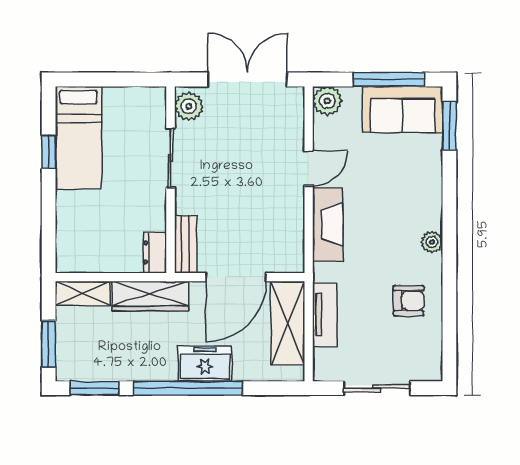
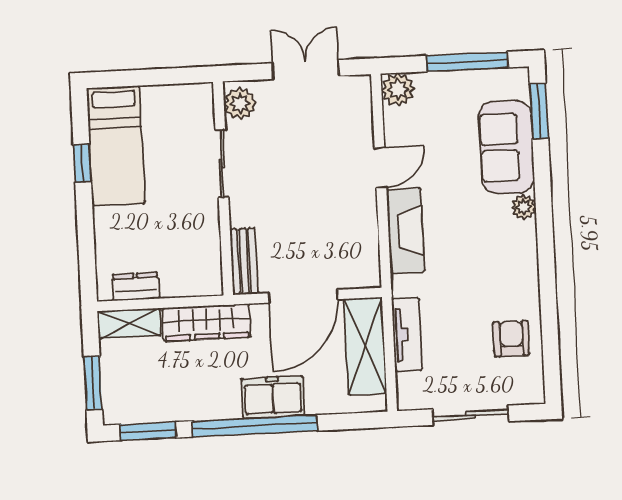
double door: (247, 80) -> (306, 70), width x0.73
sofa: (403, 109) -> (506, 147), moved, turned 90
plant: (432, 242) -> (524, 207), moved
dresser: (155, 252) -> (136, 286), moved, turned 90
armchair: (409, 301) -> (511, 339), moved, turned -90

